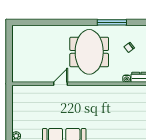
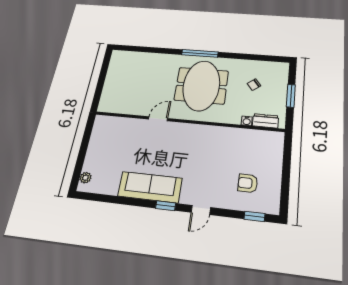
window: (112, 22) -> (200, 53), moved
armchair: (132, 127) -> (248, 183), added

